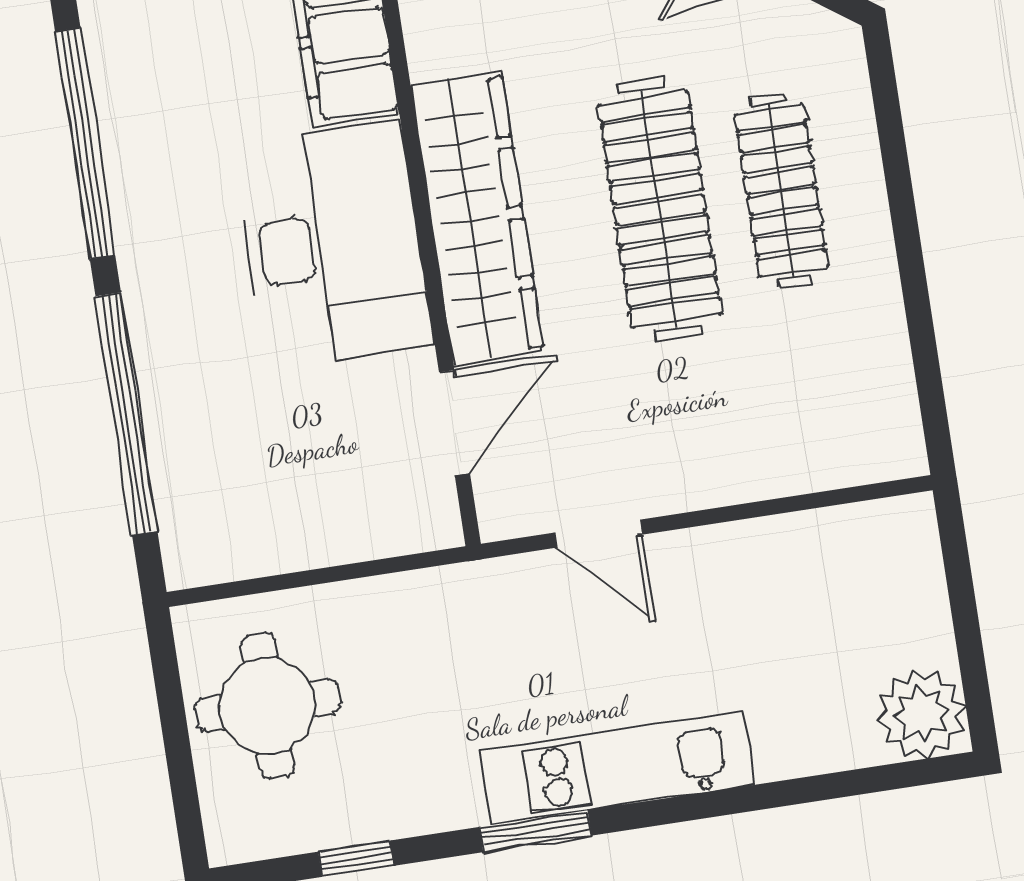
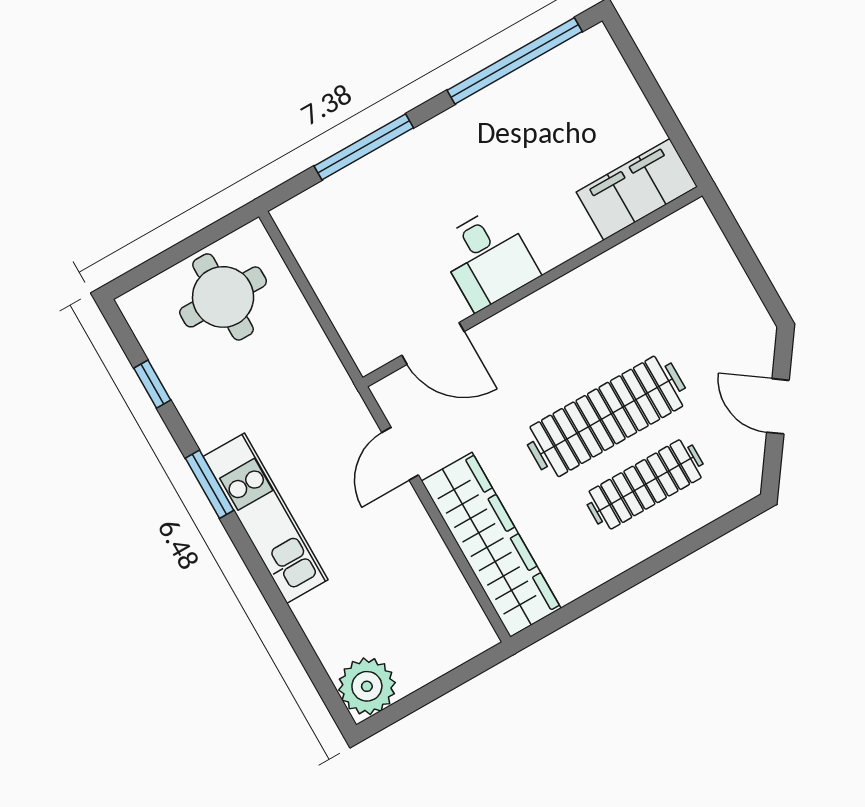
wardrobe: (477, 219) -> (491, 545), moved, turned -90
desk: (333, 245) -> (488, 258), width x0.53, depth x0.77
window: (126, 414) -> (364, 147), width x0.68

